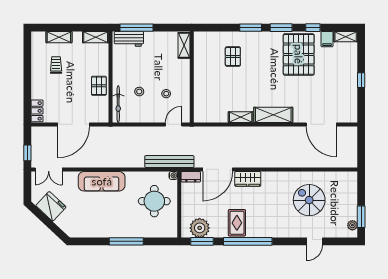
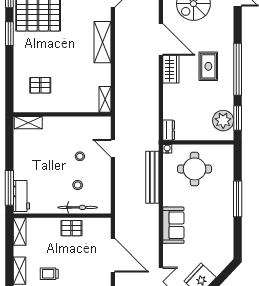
window: (251, 28) -> (9, 66), removed
shelving: (184, 45) -> (28, 123), moved
wall: (192, 77) -> (62, 114), moved
bicycle: (118, 104) -> (78, 207), moved
shelving: (241, 117) -> (105, 99), moved
bench: (169, 162) -> (152, 177), moved
door: (218, 169) -> (161, 39), moved
sofa: (102, 181) -> (173, 225), width x0.73
rug: (237, 223) -> (208, 66), moved, turned 90

